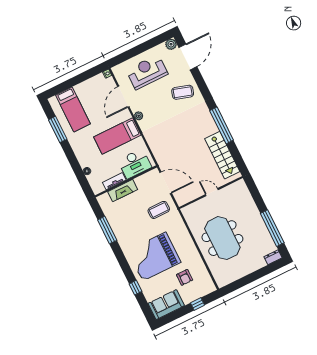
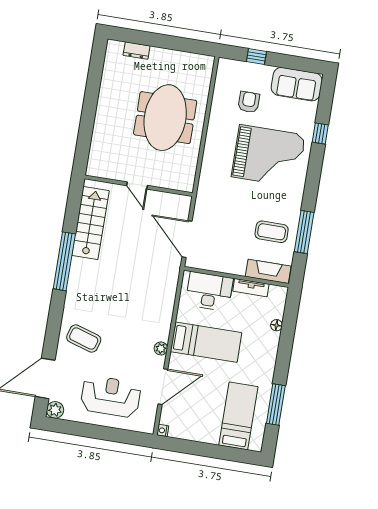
reception desk: (147, 72) -> (111, 397), turned 180
fireplace: (123, 191) -> (268, 271), moved
coffee table: (159, 210) -> (272, 232), moved
window: (272, 228) -> (93, 85), removed
dresser: (273, 257) -> (137, 51), moved

